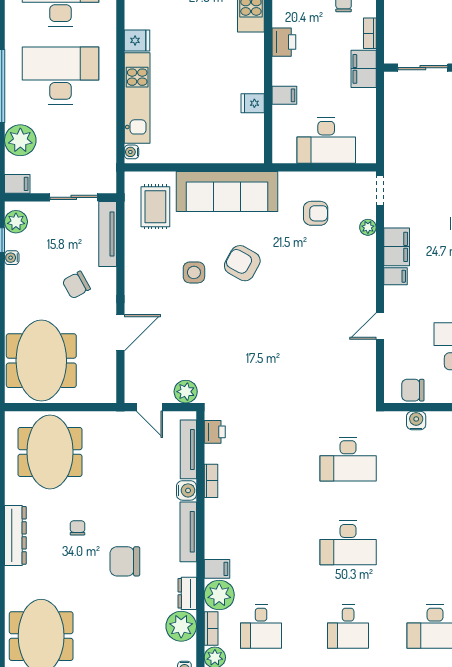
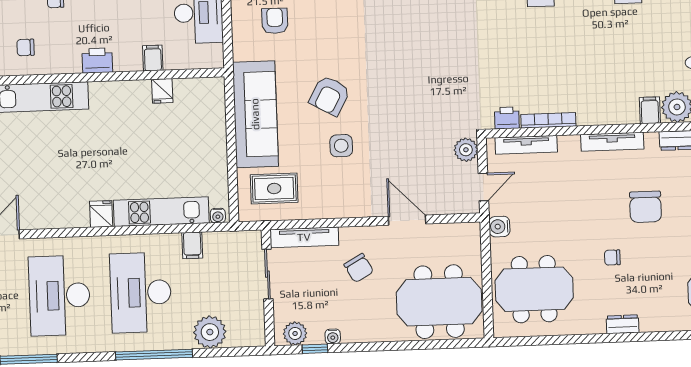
filing cabinet: (17, 184) -> (192, 245), moved, turned 180
bookcase: (211, 481) -> (548, 120), width x1.56
water cooler: (186, 490) -> (499, 227), moved, turned -90
dresser: (15, 535) -> (623, 324), width x0.51, depth x0.80

